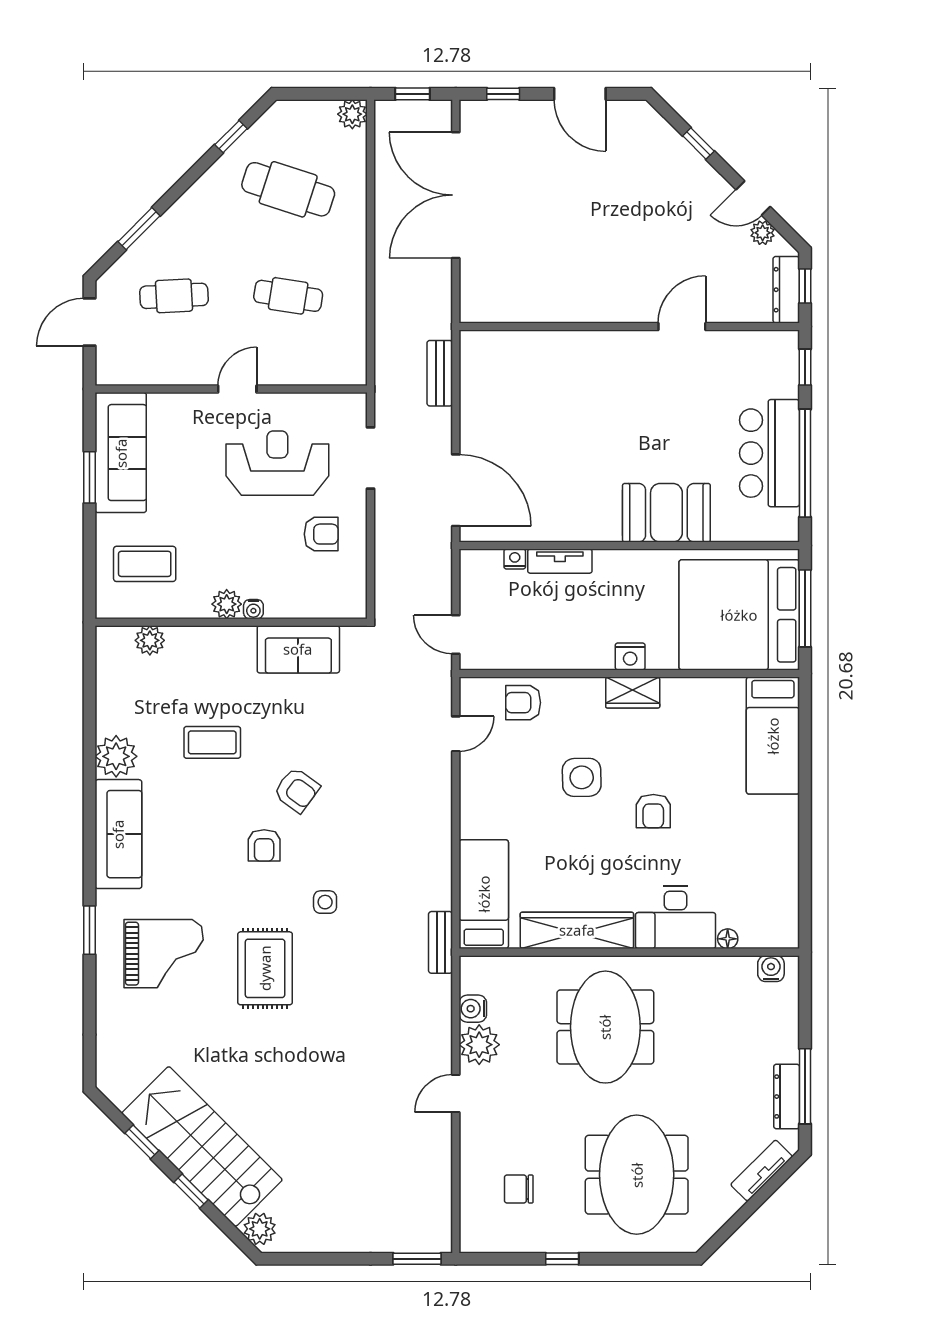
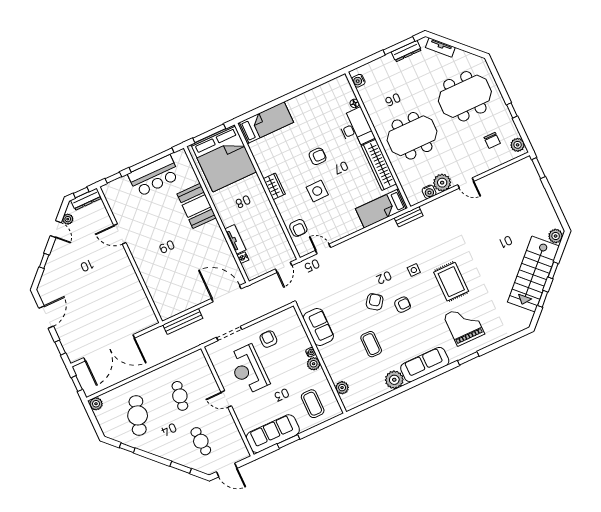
bench: (440, 373) -> (183, 321), width x1.36
door: (456, 490) -> (226, 294), hinge flipped
nightstand: (630, 656) -> (260, 194), removed
rug: (265, 968) -> (451, 282), turned 90
plant: (485, 1237) -> (518, 145), added

